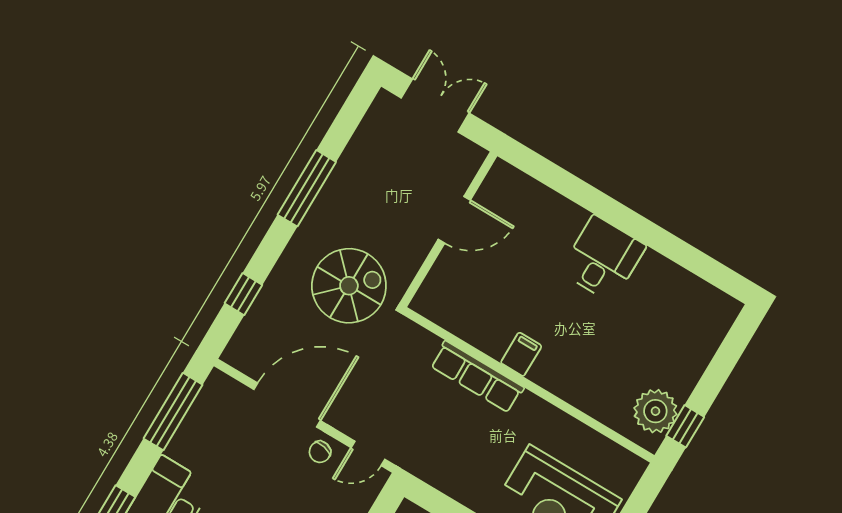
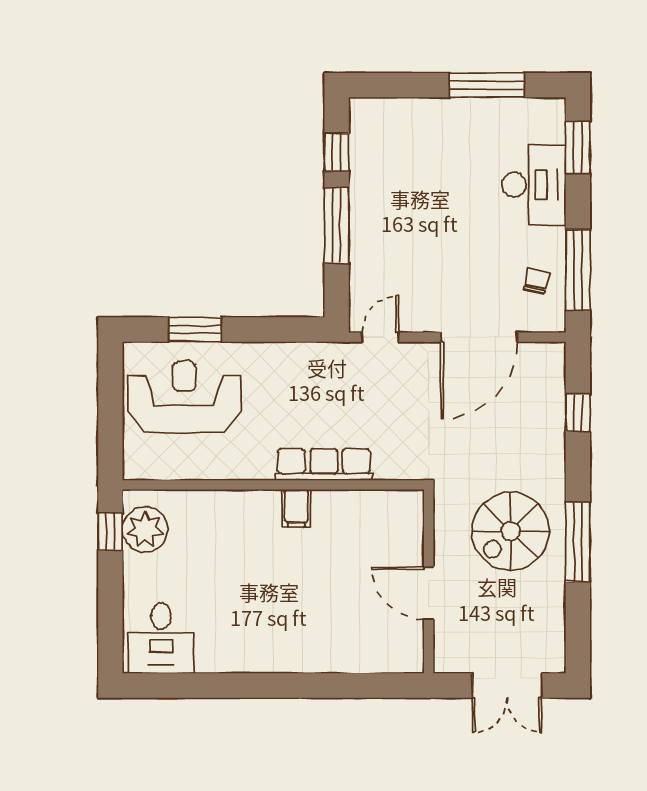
door: (454, 220) -> (429, 593), hinge flipped
desk: (603, 259) -> (161, 638), moved
spiral stairs: (349, 286) -> (510, 531), moved
chair: (320, 452) -> (536, 281), moved

